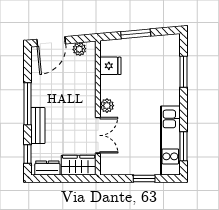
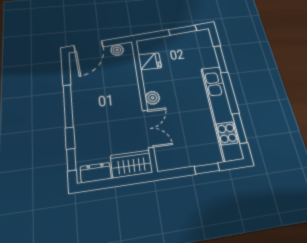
window: (136, 34) -> (183, 30), moved
bench: (38, 126) -> (81, 127), removed
kitchen unit: (170, 140) -> (221, 112), width x1.36

